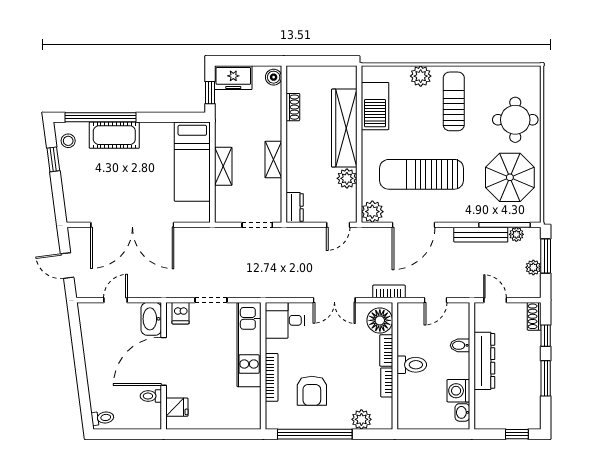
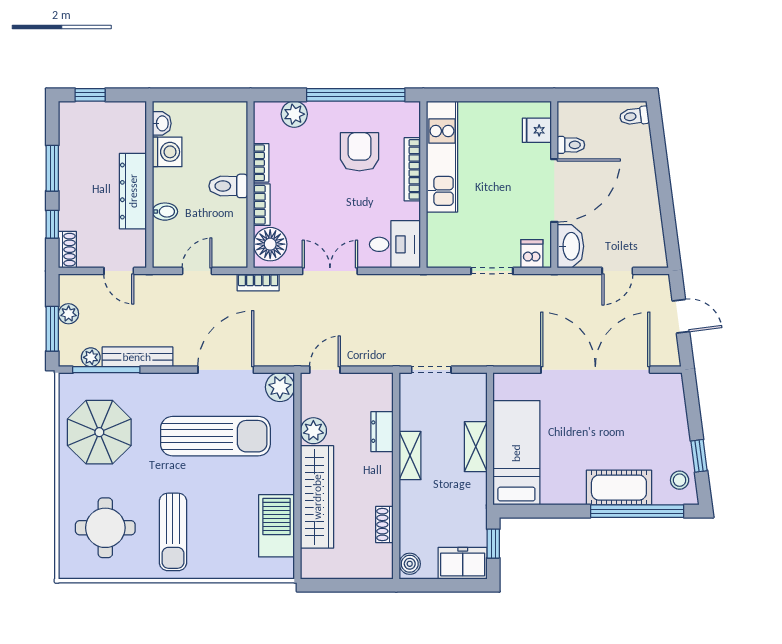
plant: (421, 76) -> (216, 565), removed
round table: (515, 120) -> (105, 528), moved
dresser: (295, 207) -> (382, 432), moved
kitchen unit: (249, 345) -> (442, 157), moved

